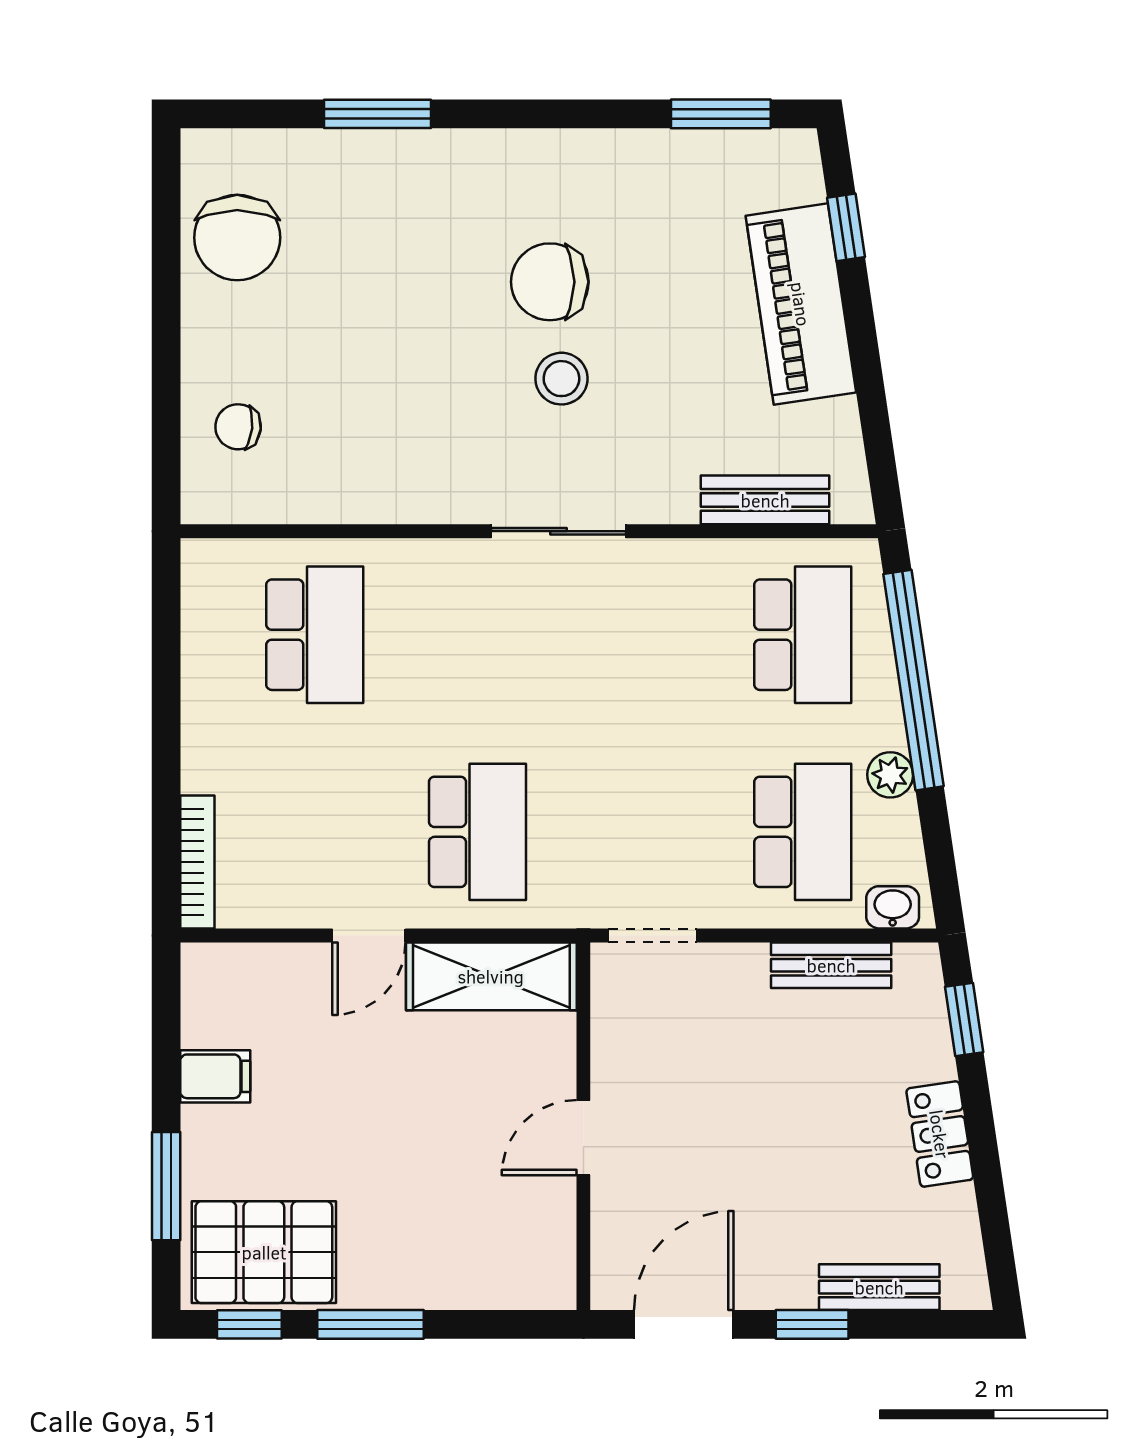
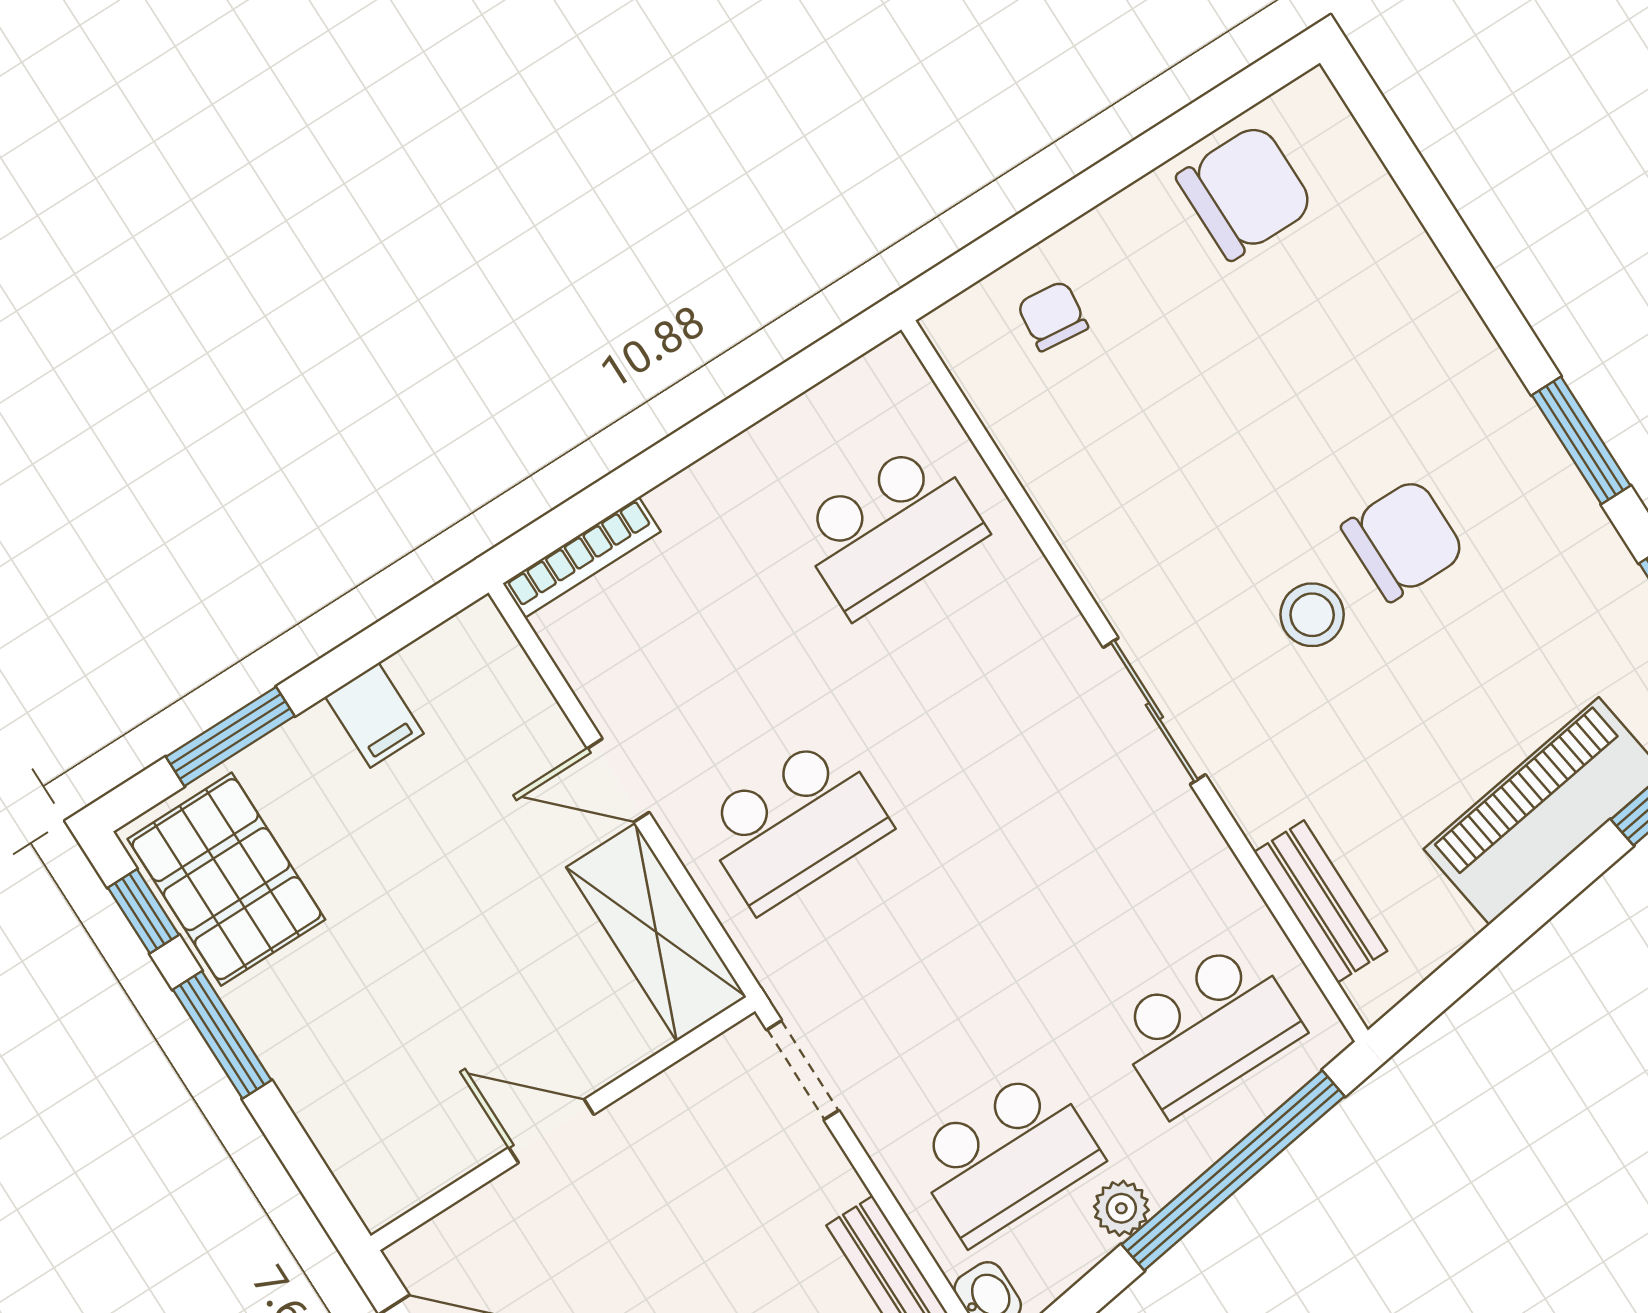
window: (377, 114) -> (1581, 440), moved
chair: (237, 238) -> (1245, 192), turned 180
chair: (550, 282) -> (1403, 540), turned 90

